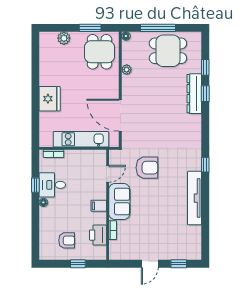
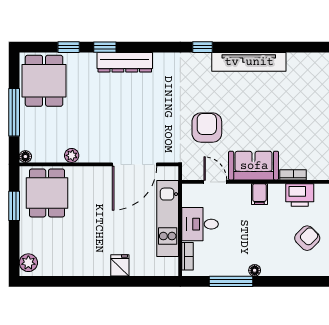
plant: (64, 38) -> (28, 263), moved
dining table: (168, 51) -> (44, 81), moved
dining table: (99, 52) -> (47, 193), turned 90
dresser: (194, 94) -> (125, 62), moved
fridge: (50, 99) -> (120, 265), width x0.53, depth x0.75
window: (35, 185) -> (231, 281), width x2.17
desk: (52, 185) -> (200, 224), moved, turned 90
armchair: (67, 240) -> (307, 238), turned 45

